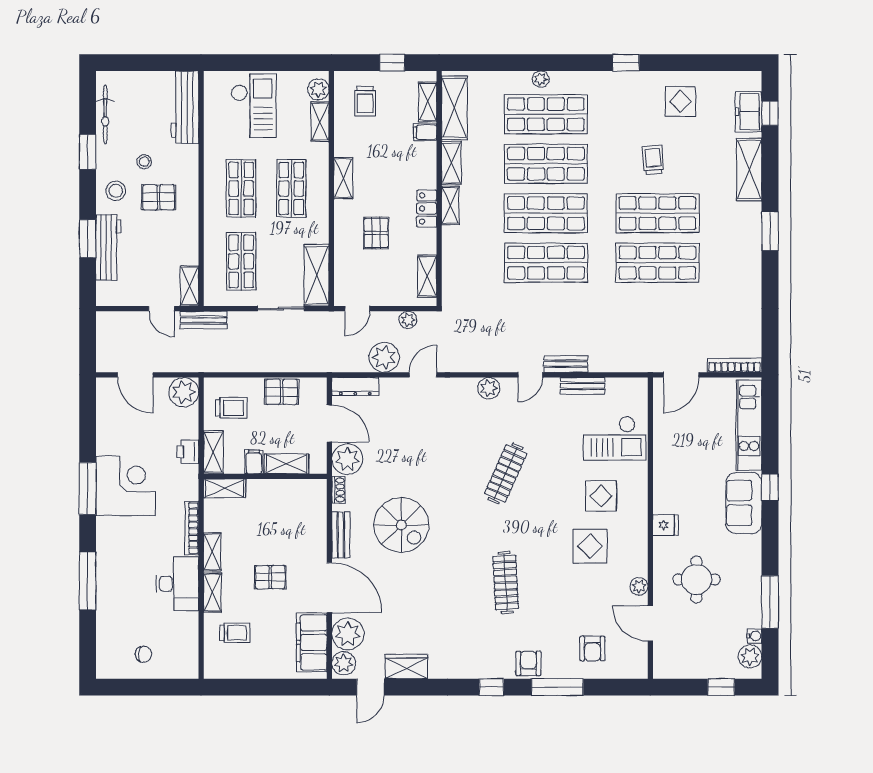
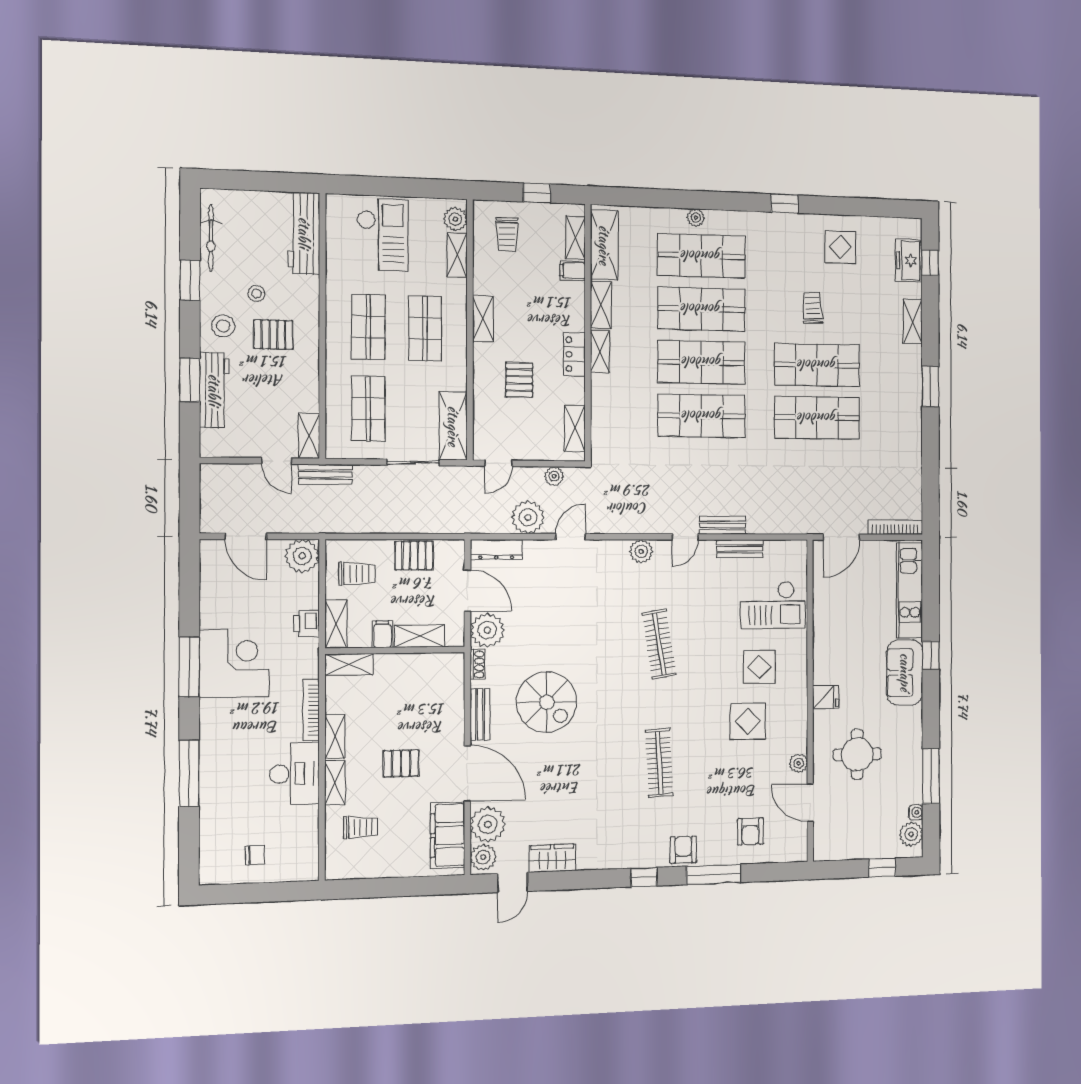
shelving: (749, 170) -> (913, 321), width x0.67, depth x0.75
clothes rail: (506, 473) -> (659, 644), turned -33

